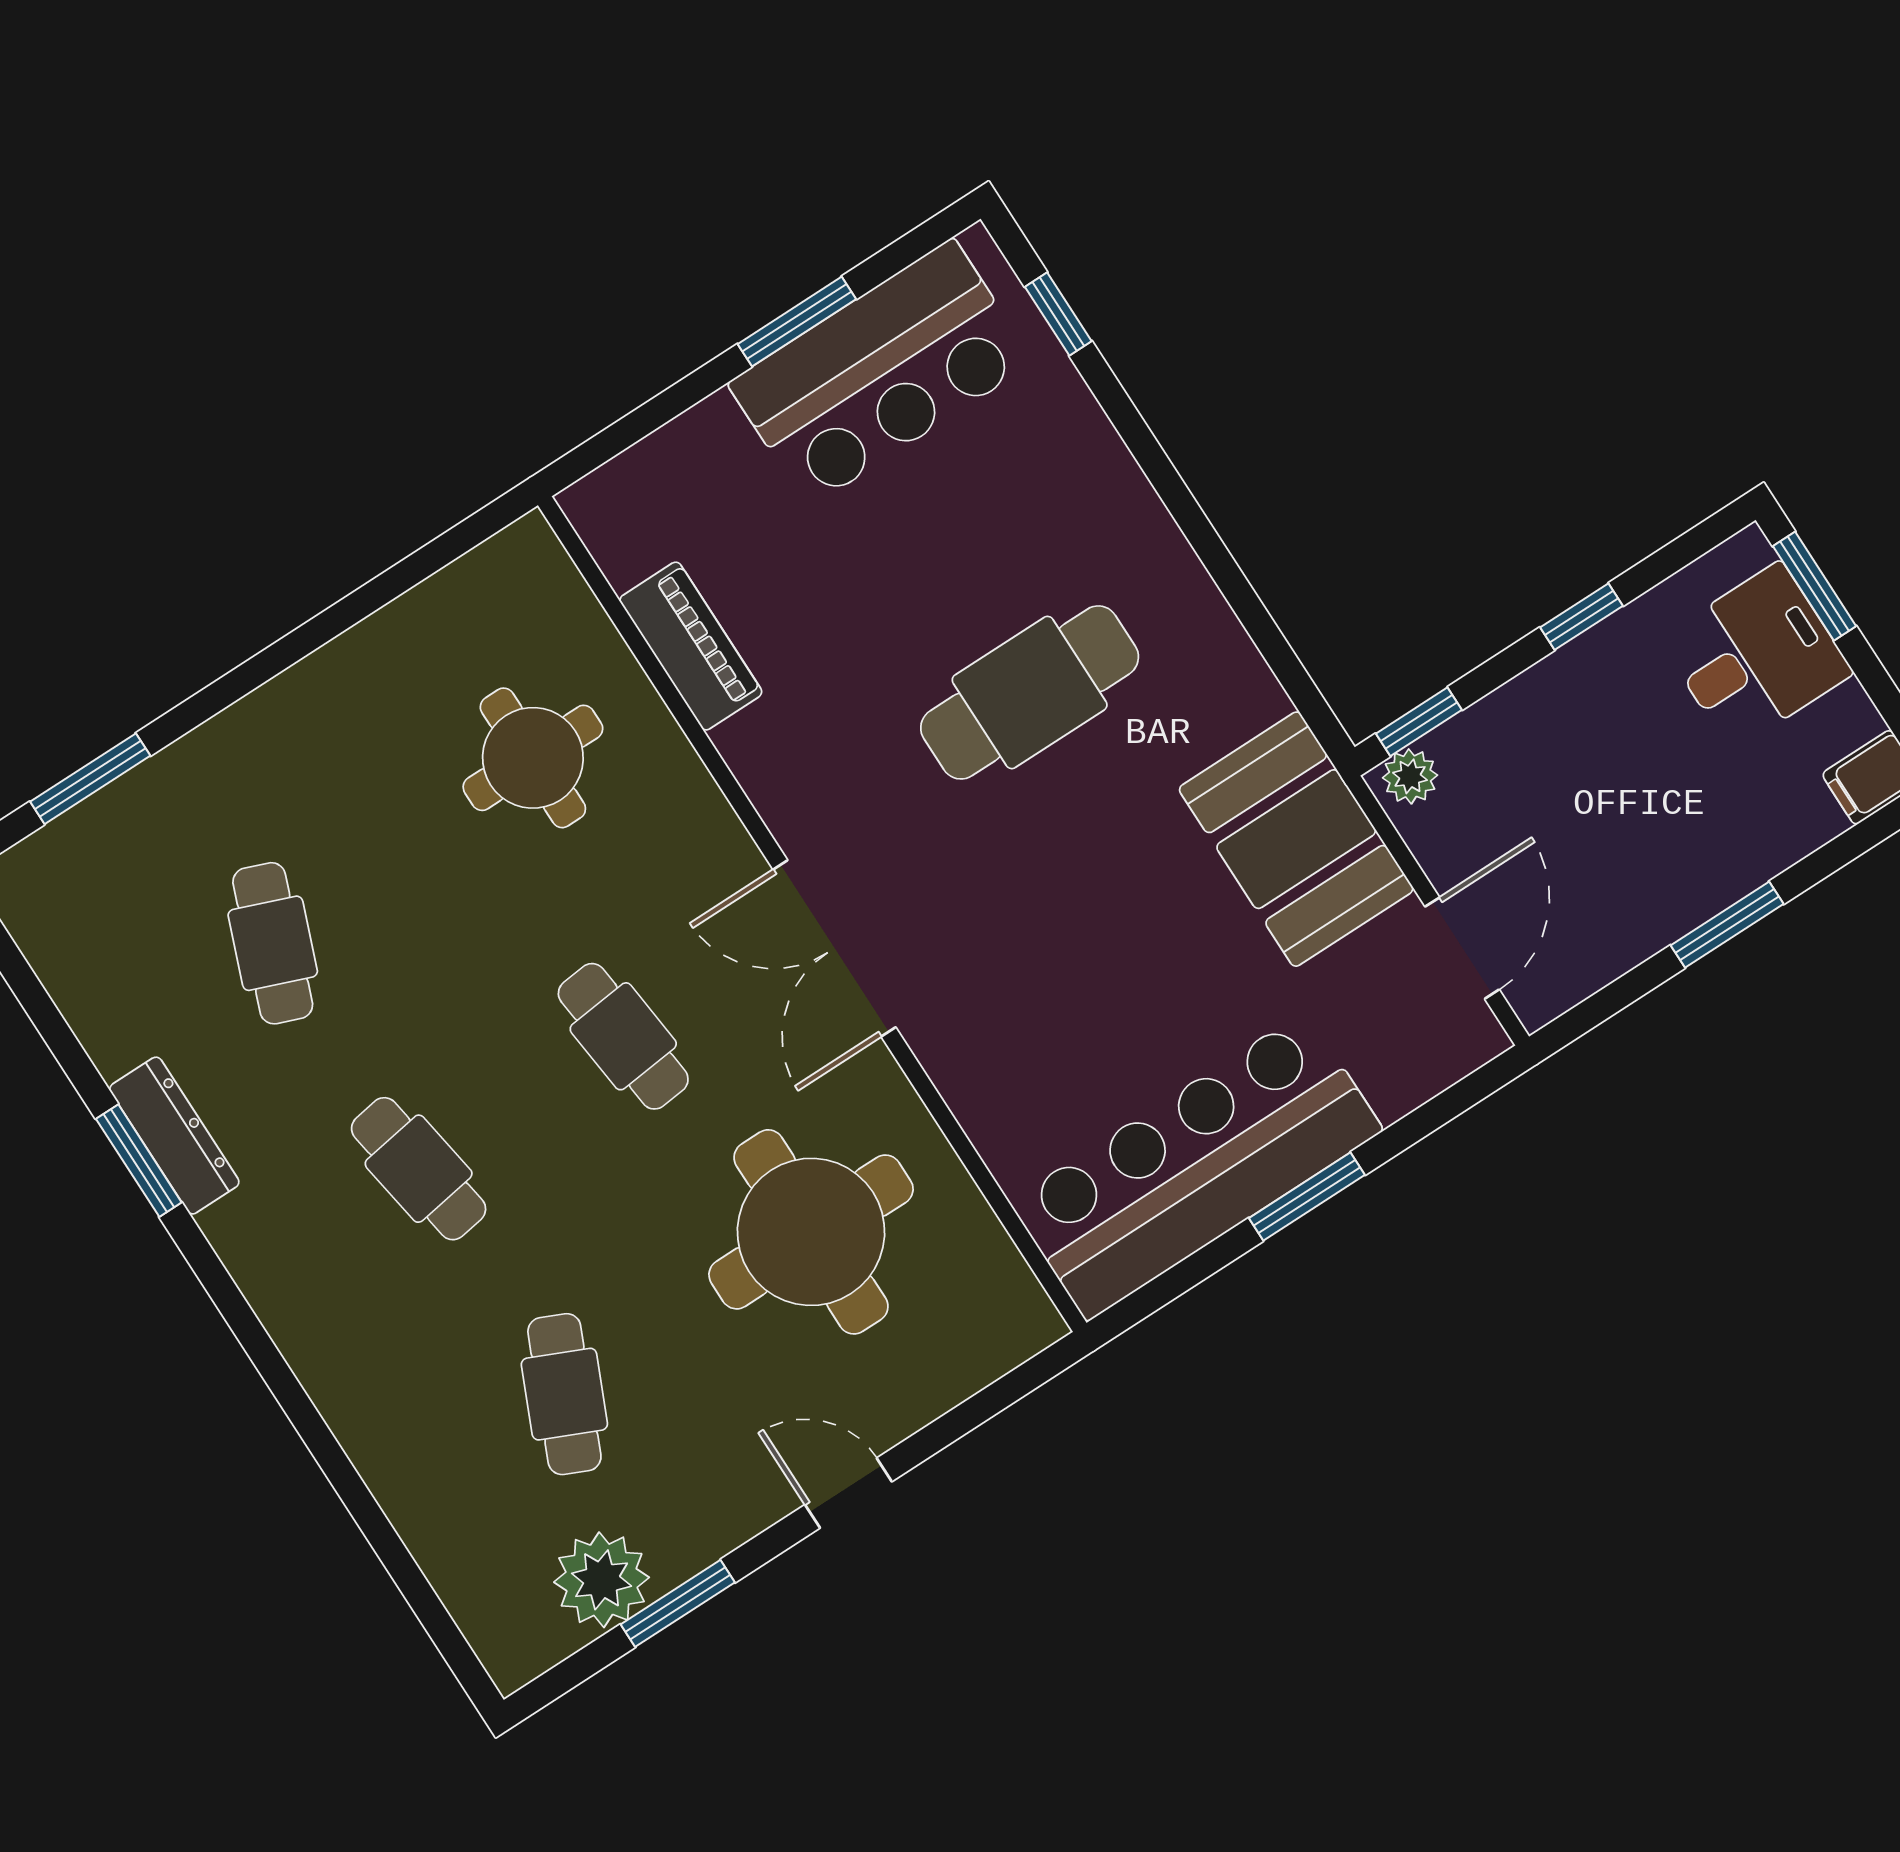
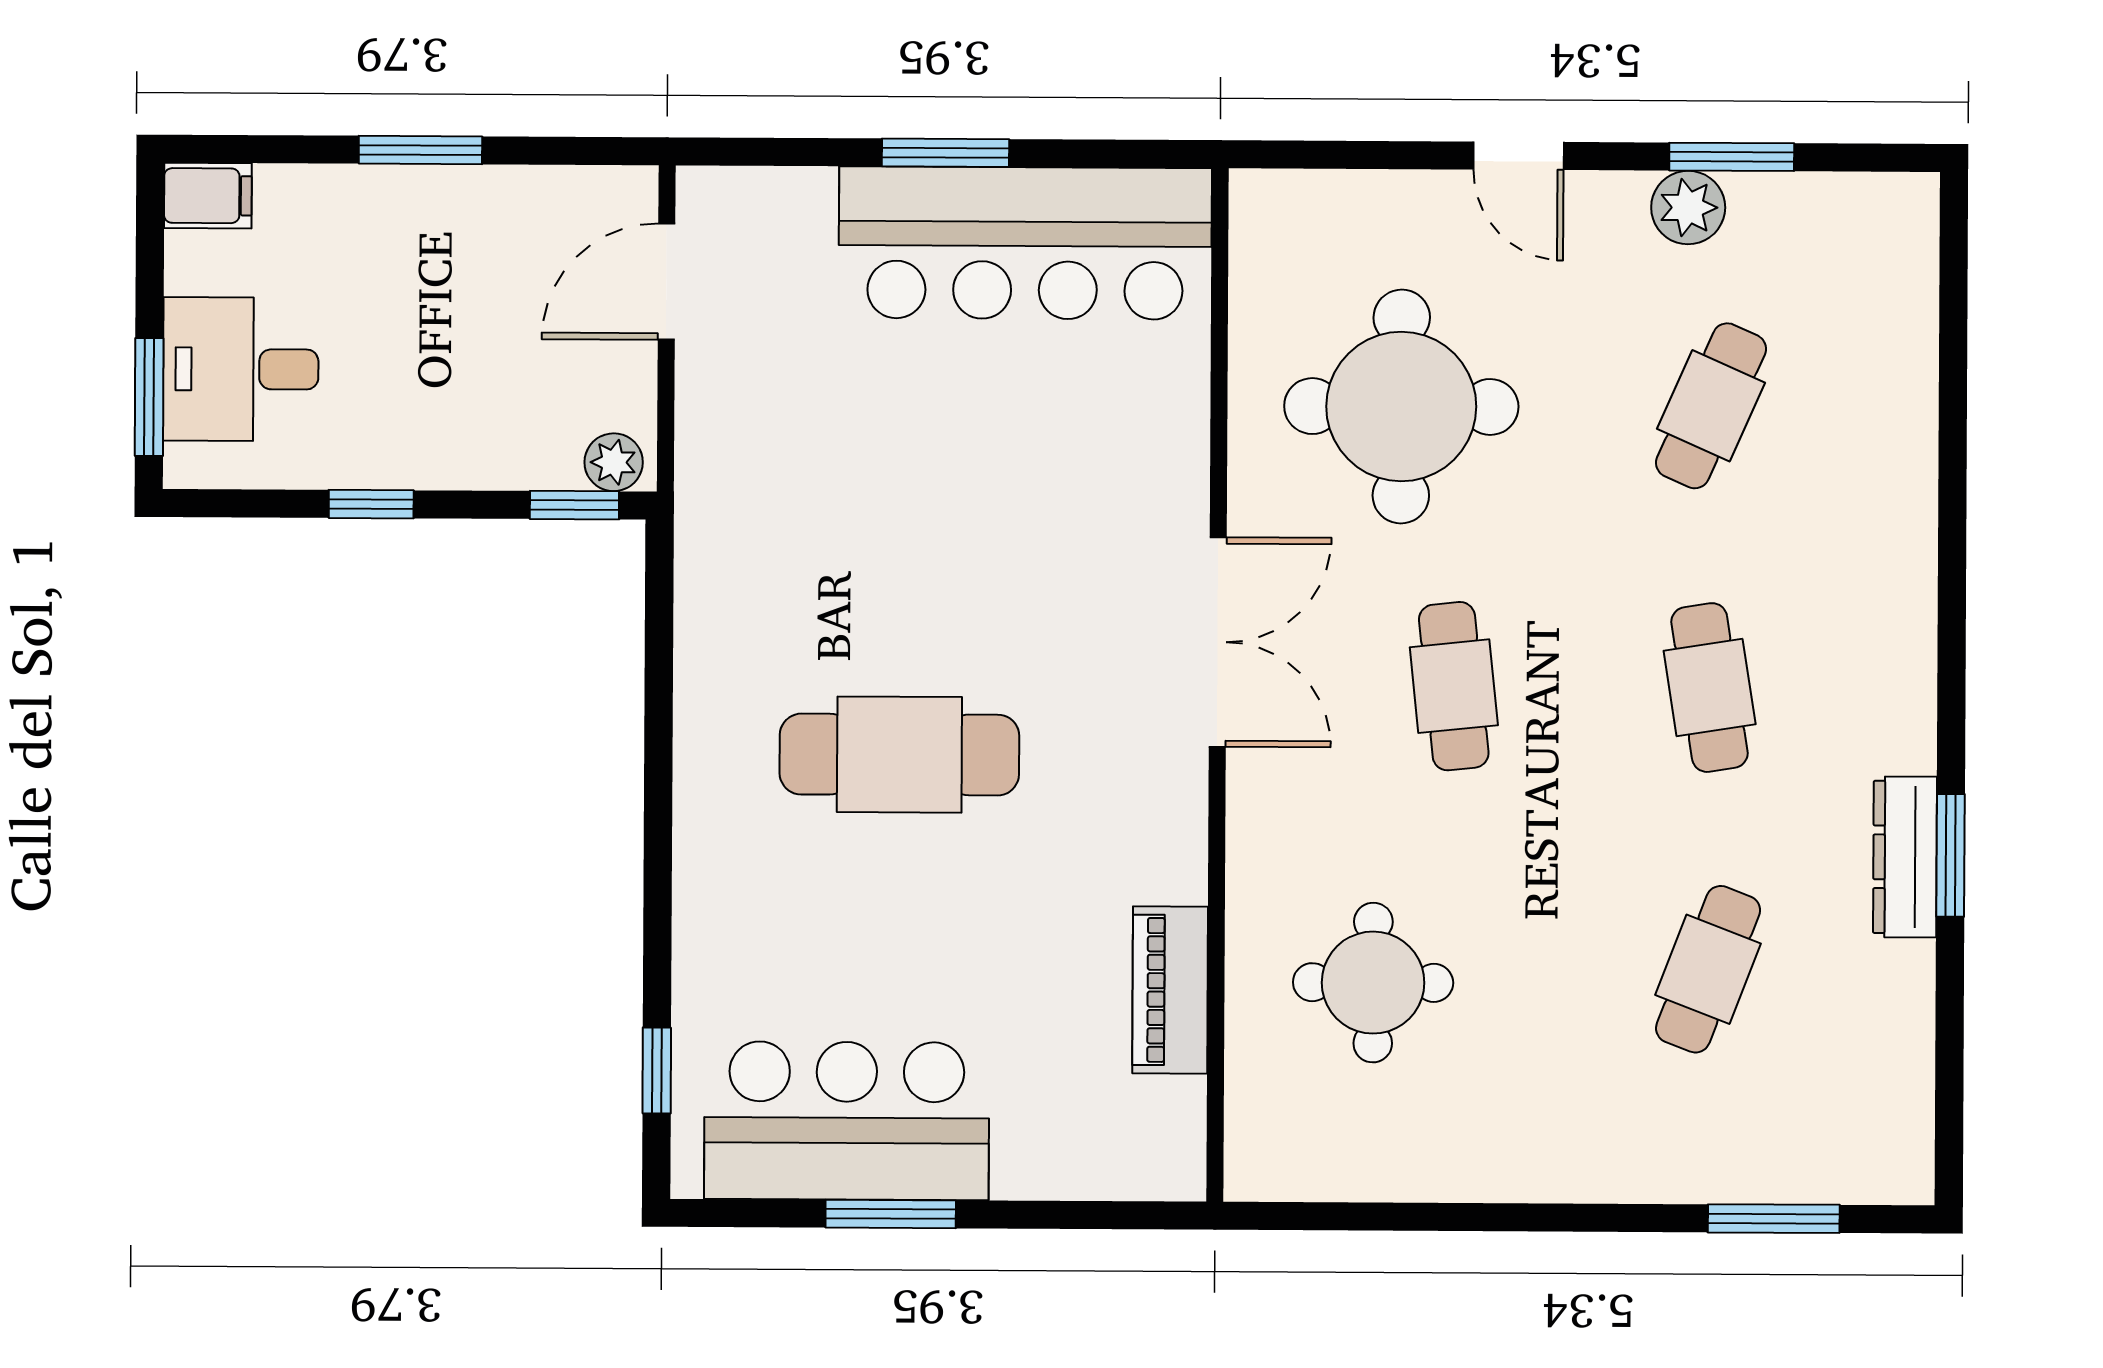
booth: (1296, 839) -> (750, 473), removed
plant: (602, 1580) -> (1688, 208), moved, width x0.73, depth x0.73

